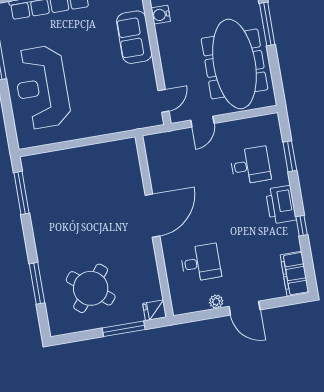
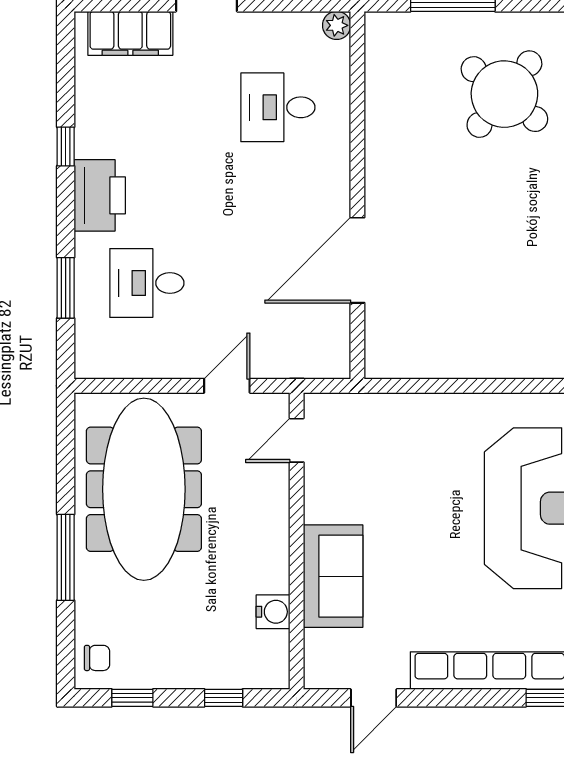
door: (152, 216) -> (357, 260), moved
filing cabinet: (295, 274) -> (130, 33), moved, turned 90
plant: (216, 302) -> (337, 25), moved
fridge: (155, 310) -> (385, 29), removed

